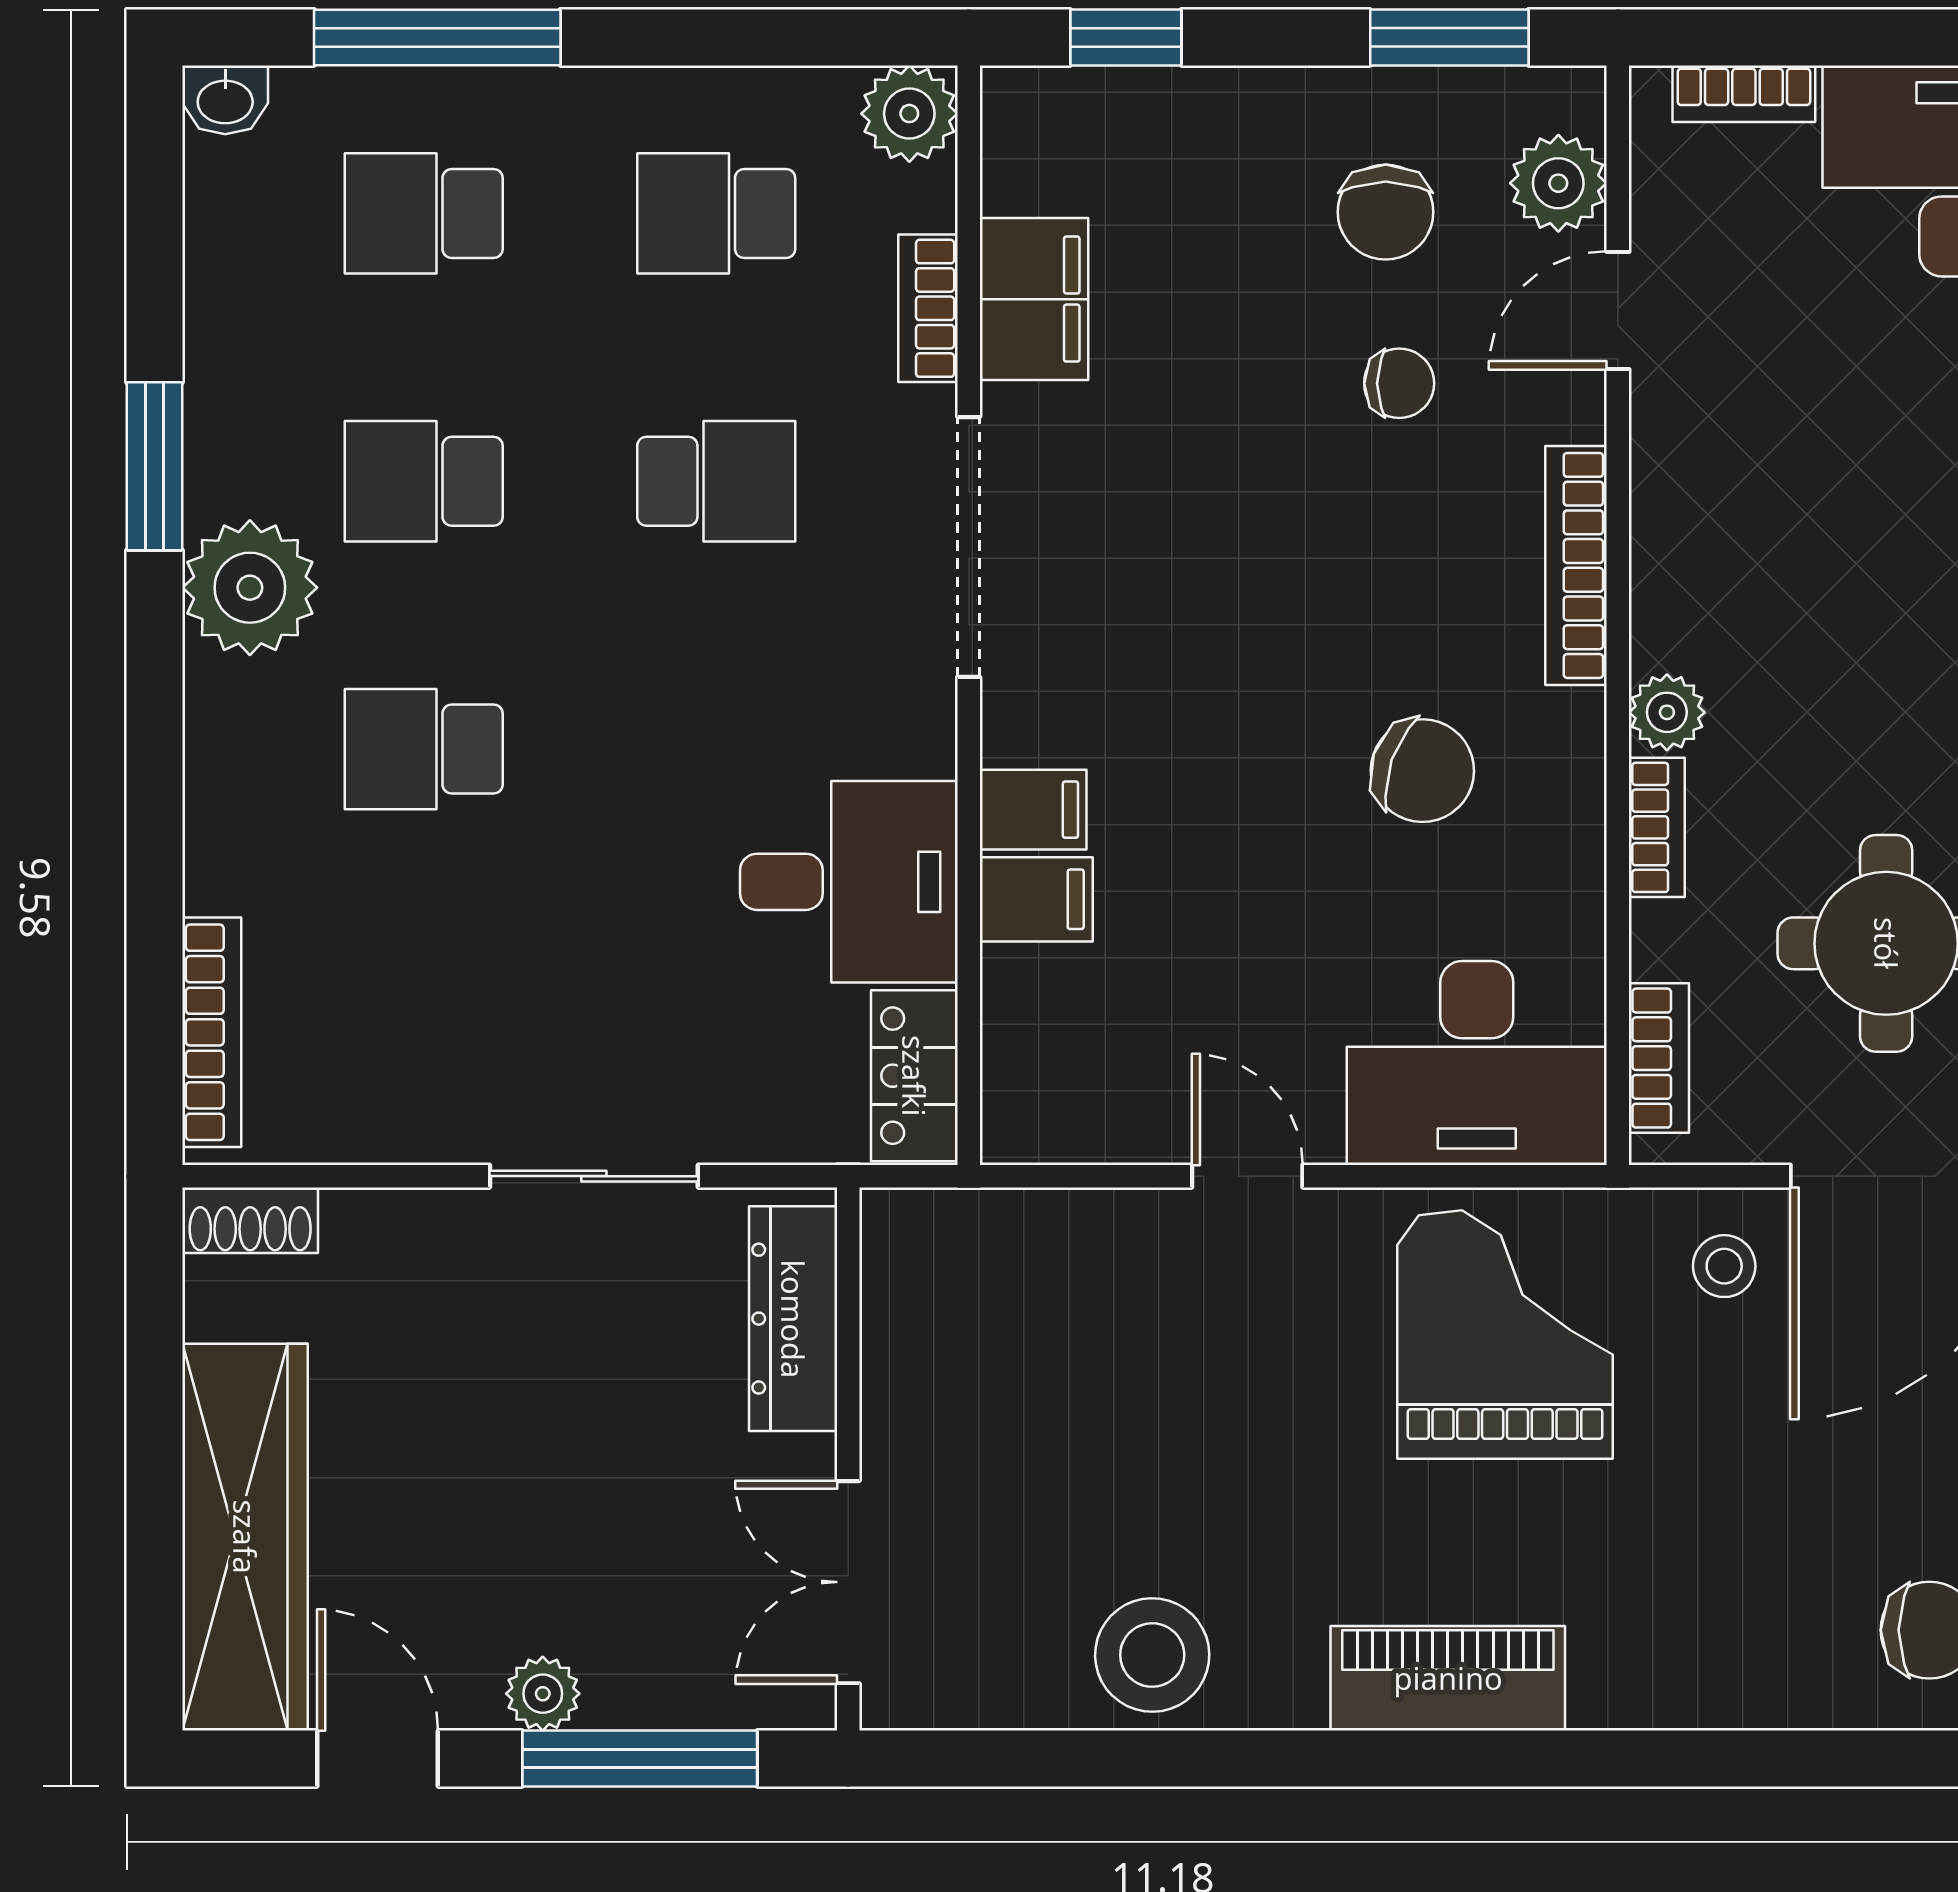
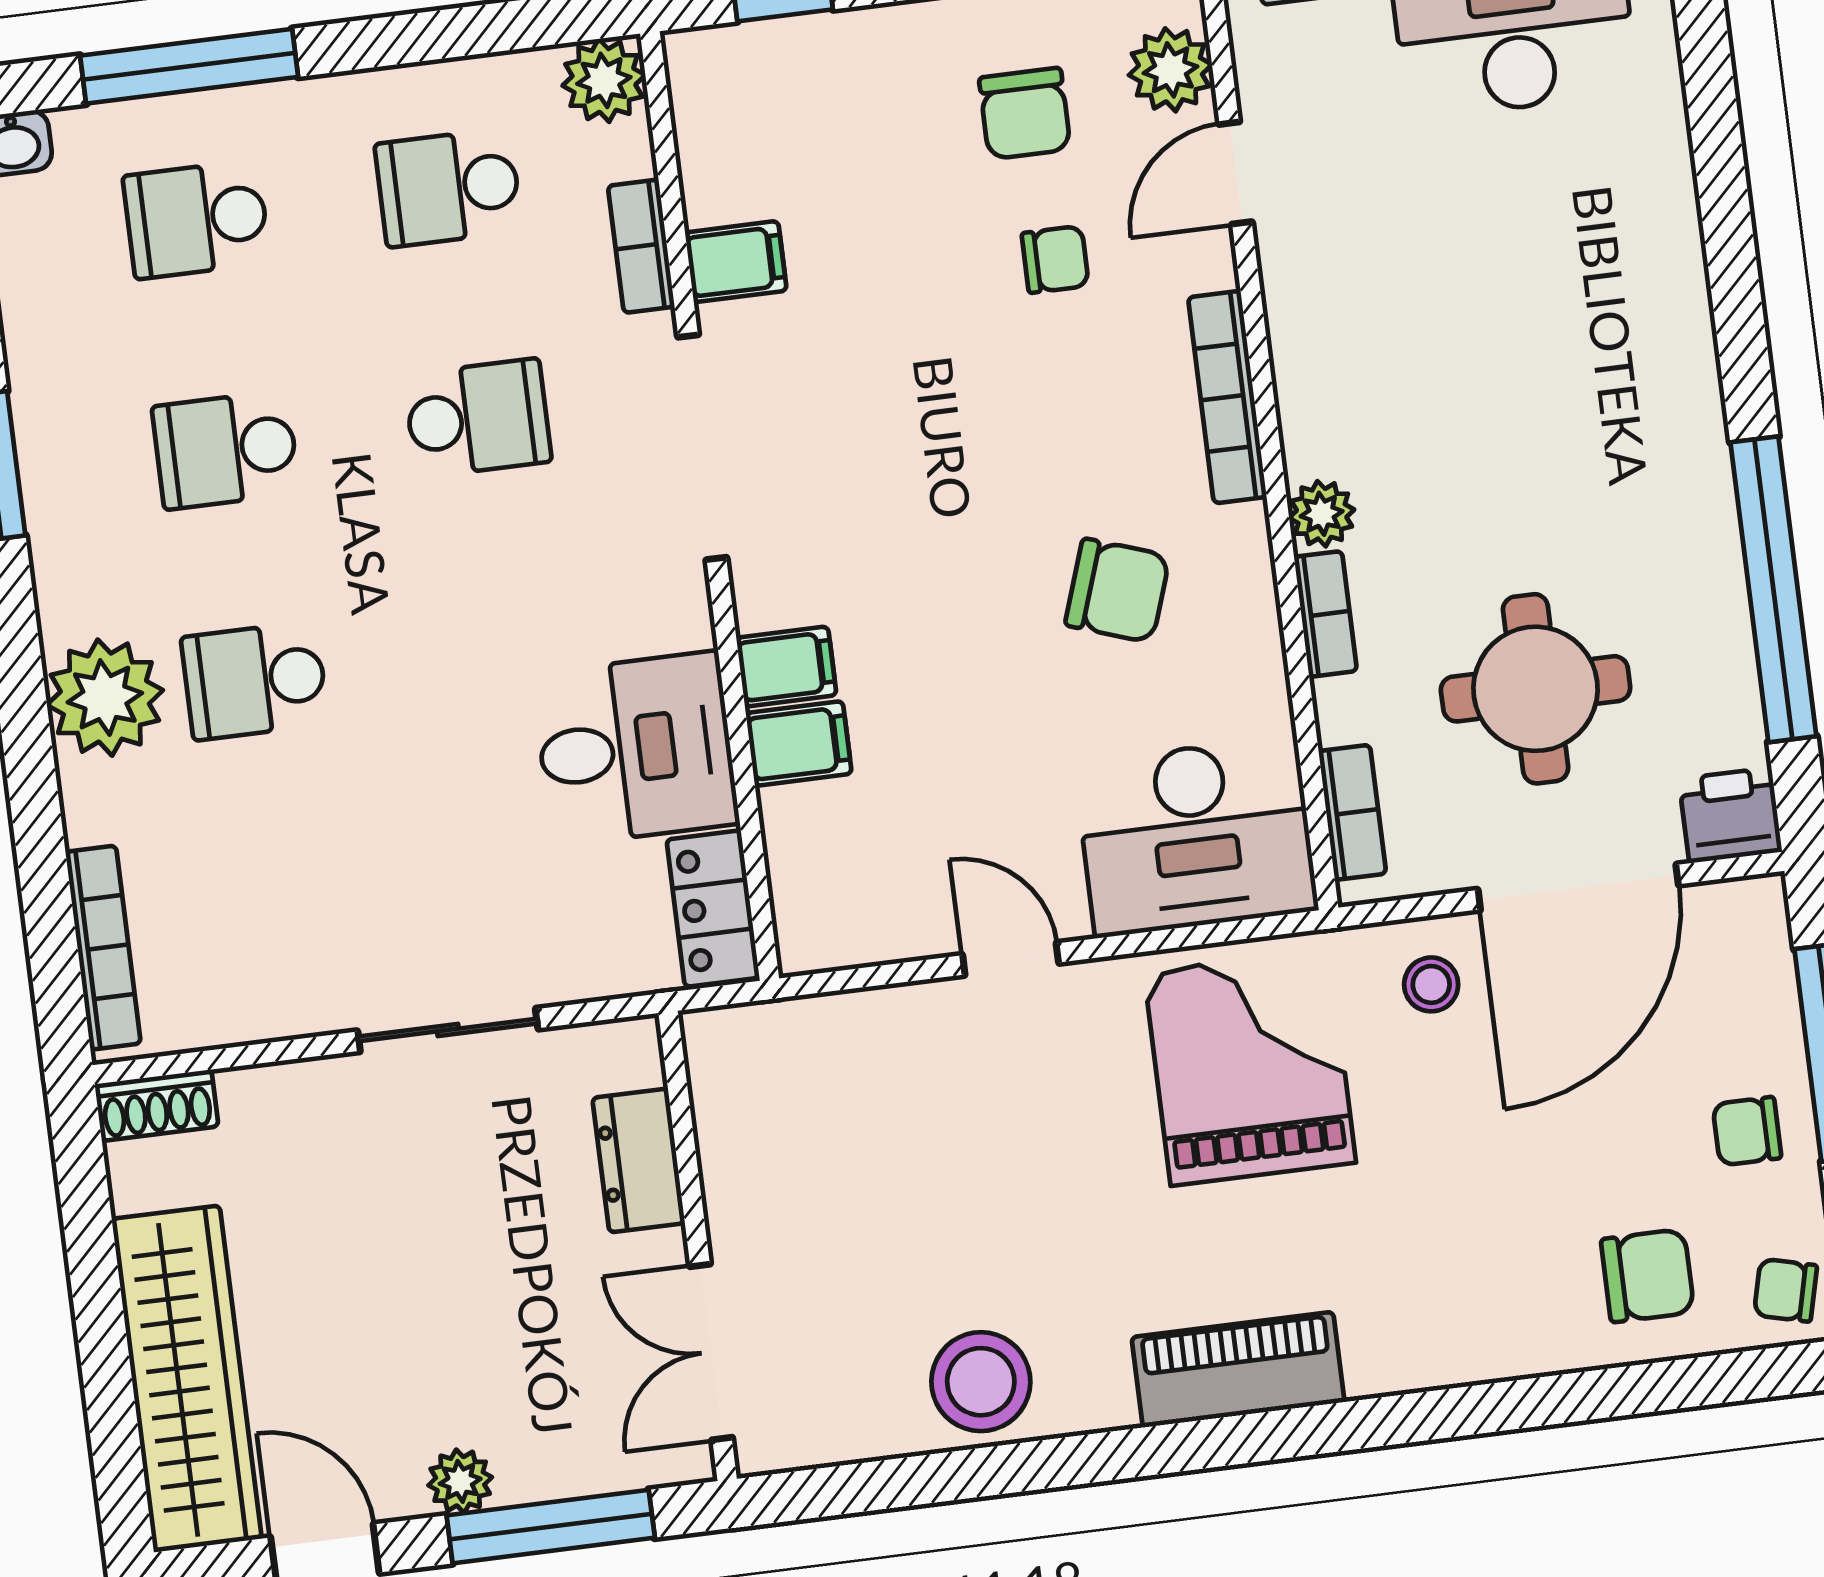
filing cabinet: (1034, 299) -> (736, 262), width x0.50
plant: (250, 588) -> (105, 698), moved
dresser: (793, 1319) -> (639, 1160), width x0.70

